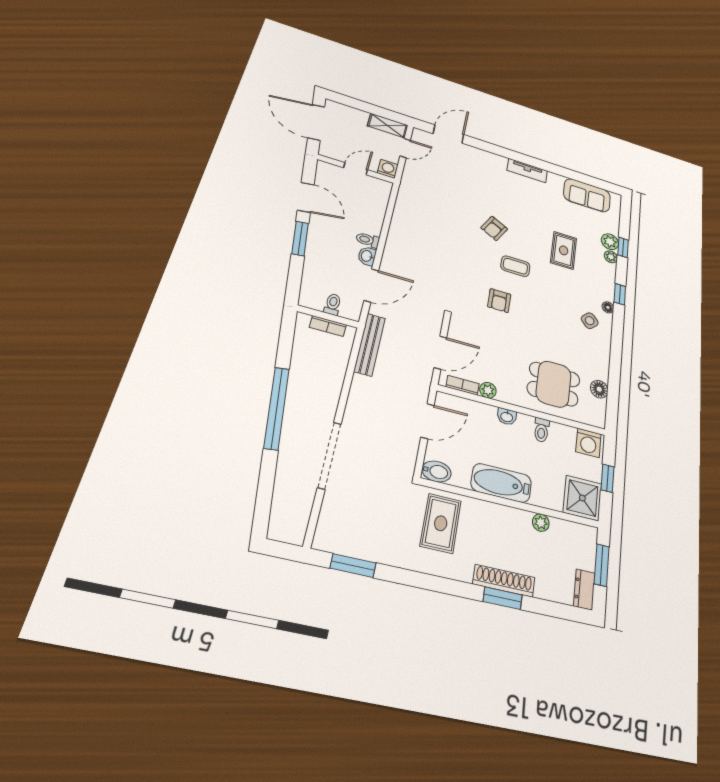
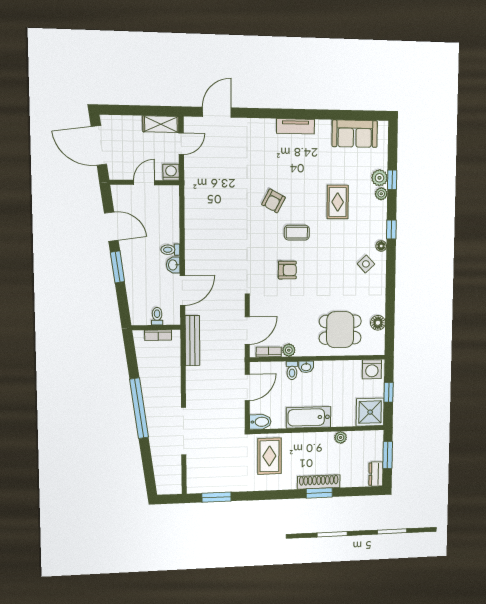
armchair: (499, 301) -> (287, 270), turned -90
toilet: (541, 430) -> (292, 370), moved

